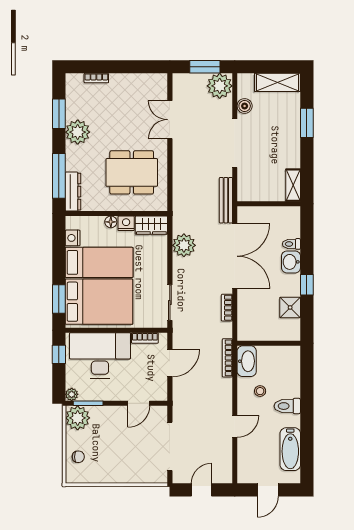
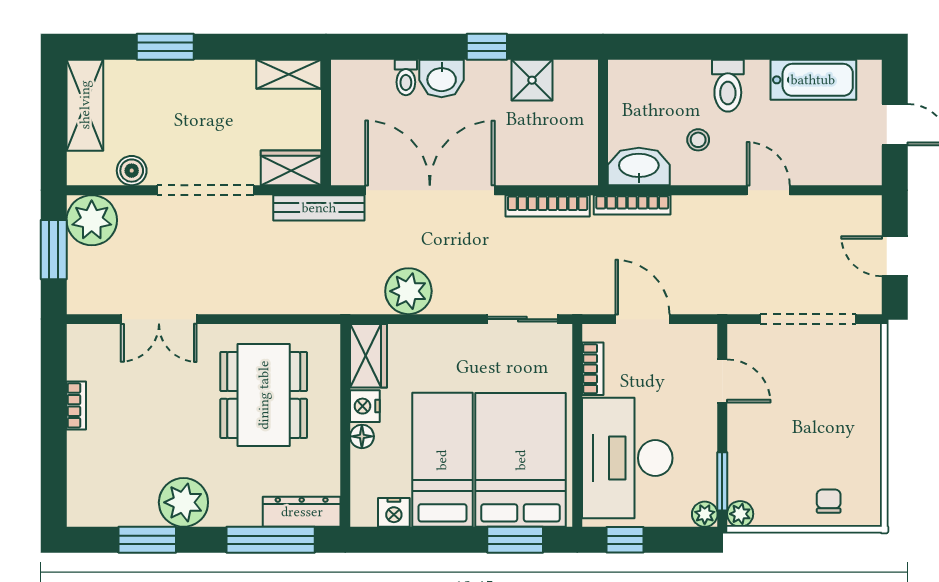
bookcase: (96, 78) -> (76, 405), moved
wardrobe: (246, 186) -> (291, 168), added
bookcase: (227, 308) -> (548, 206), width x1.56
plant: (78, 418) -> (740, 514), width x0.53, depth x0.53

